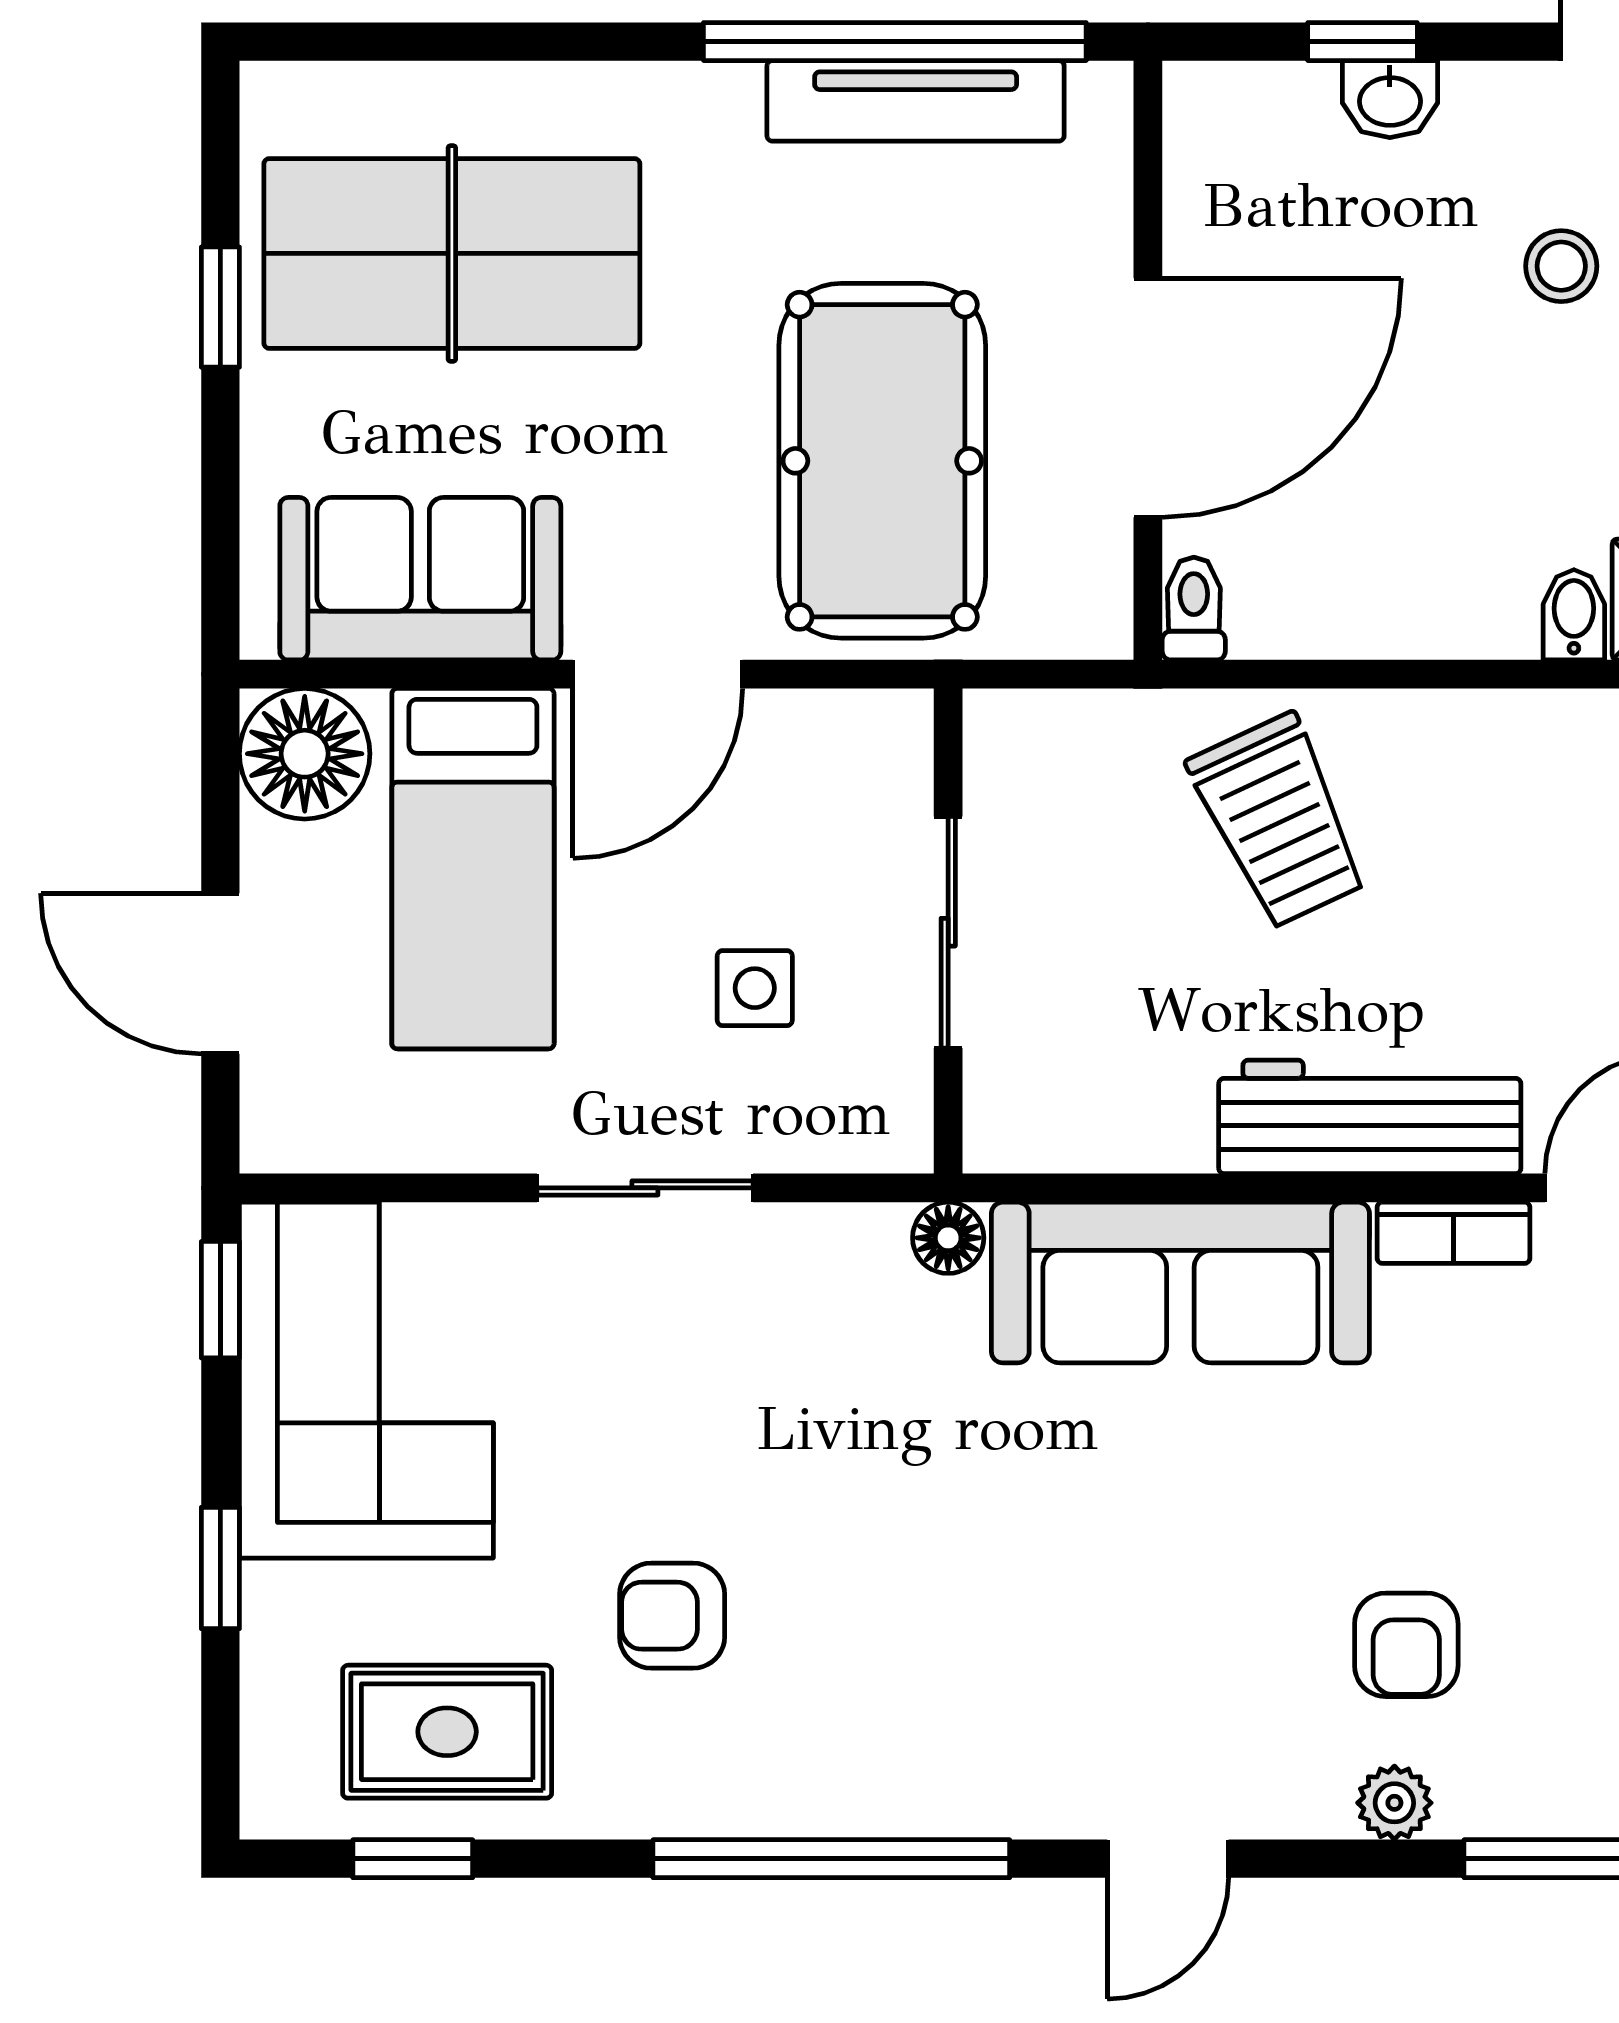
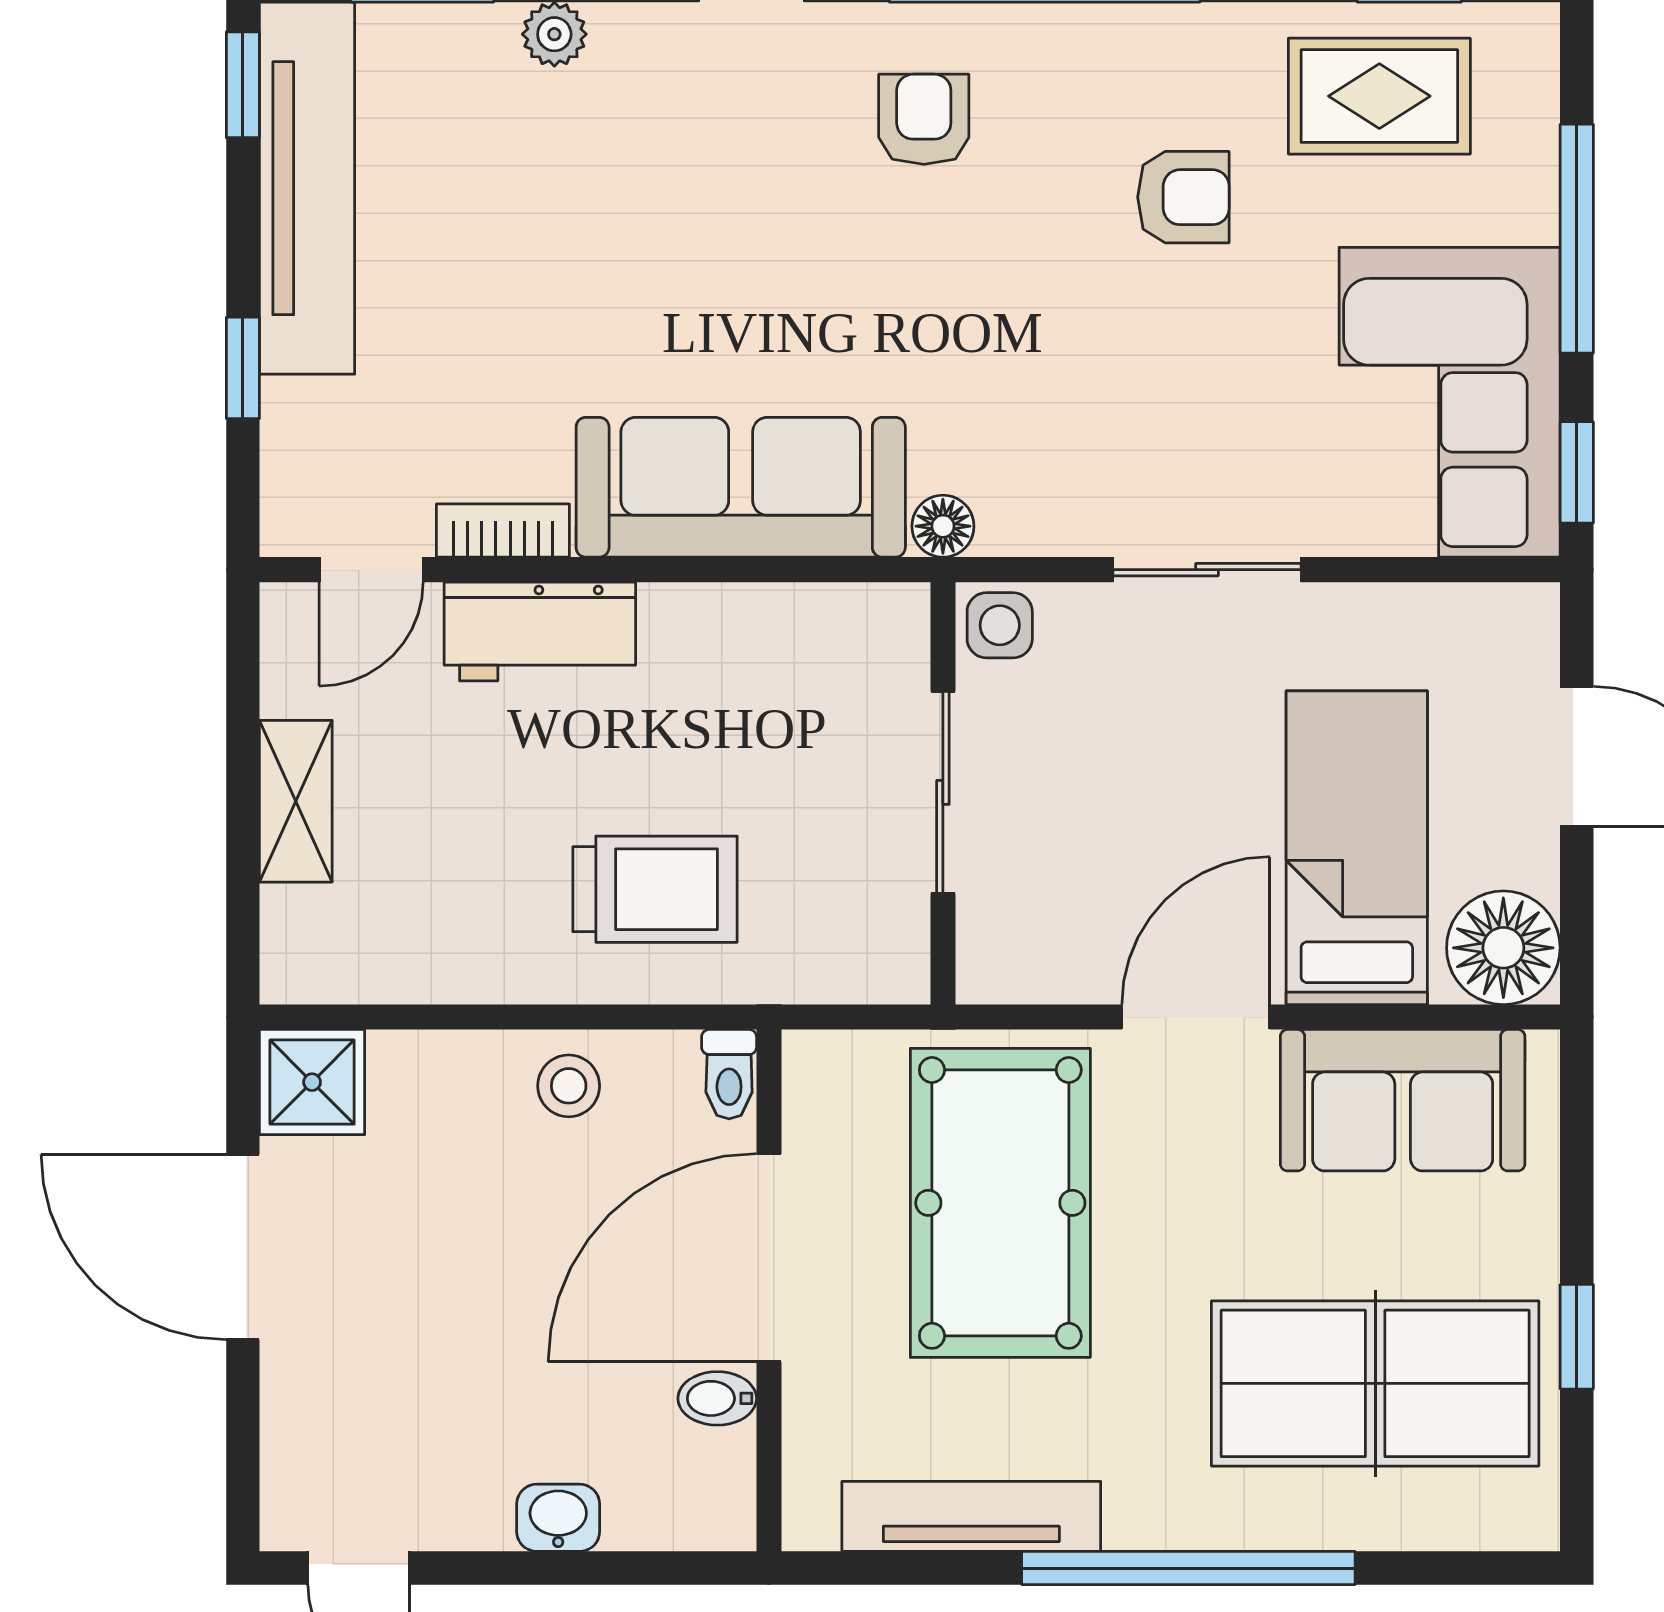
window: (895, 42) -> (1188, 1568), moved
window: (1363, 42) -> (582, 1568), removed
stool: (1561, 266) -> (569, 1086), moved
bidet: (1574, 615) -> (717, 1398), moved, turned 90
trolley: (1279, 821) -> (655, 889), turned 115
side table: (755, 988) -> (1000, 625), moved
workbench: (1370, 1117) -> (540, 632), width x0.73
window: (220, 1568) -> (1577, 239), width x2.17
armchair: (1406, 1645) -> (924, 119), moved

